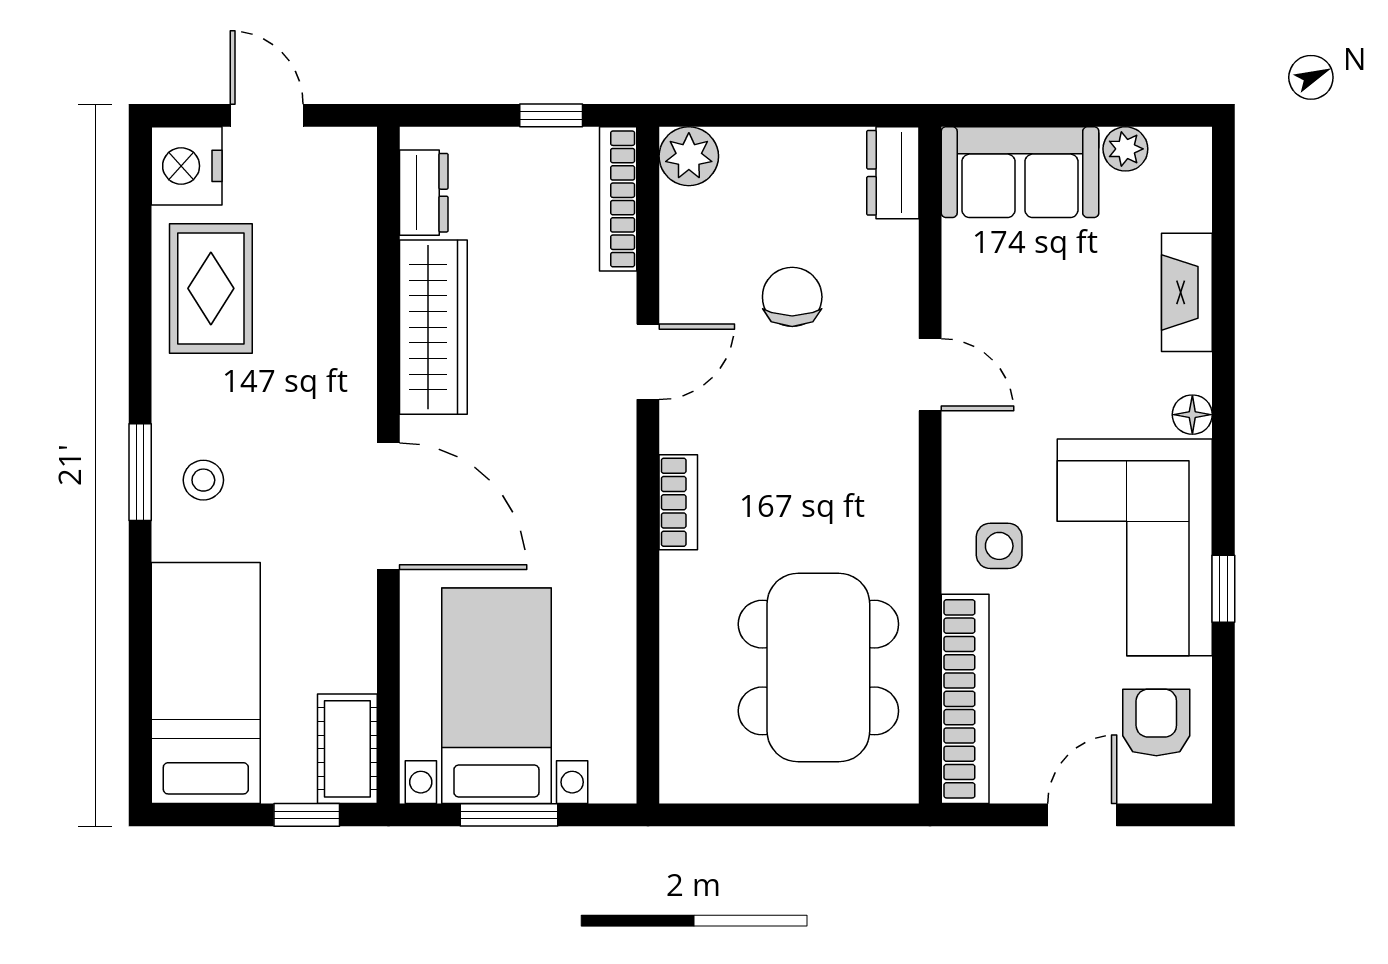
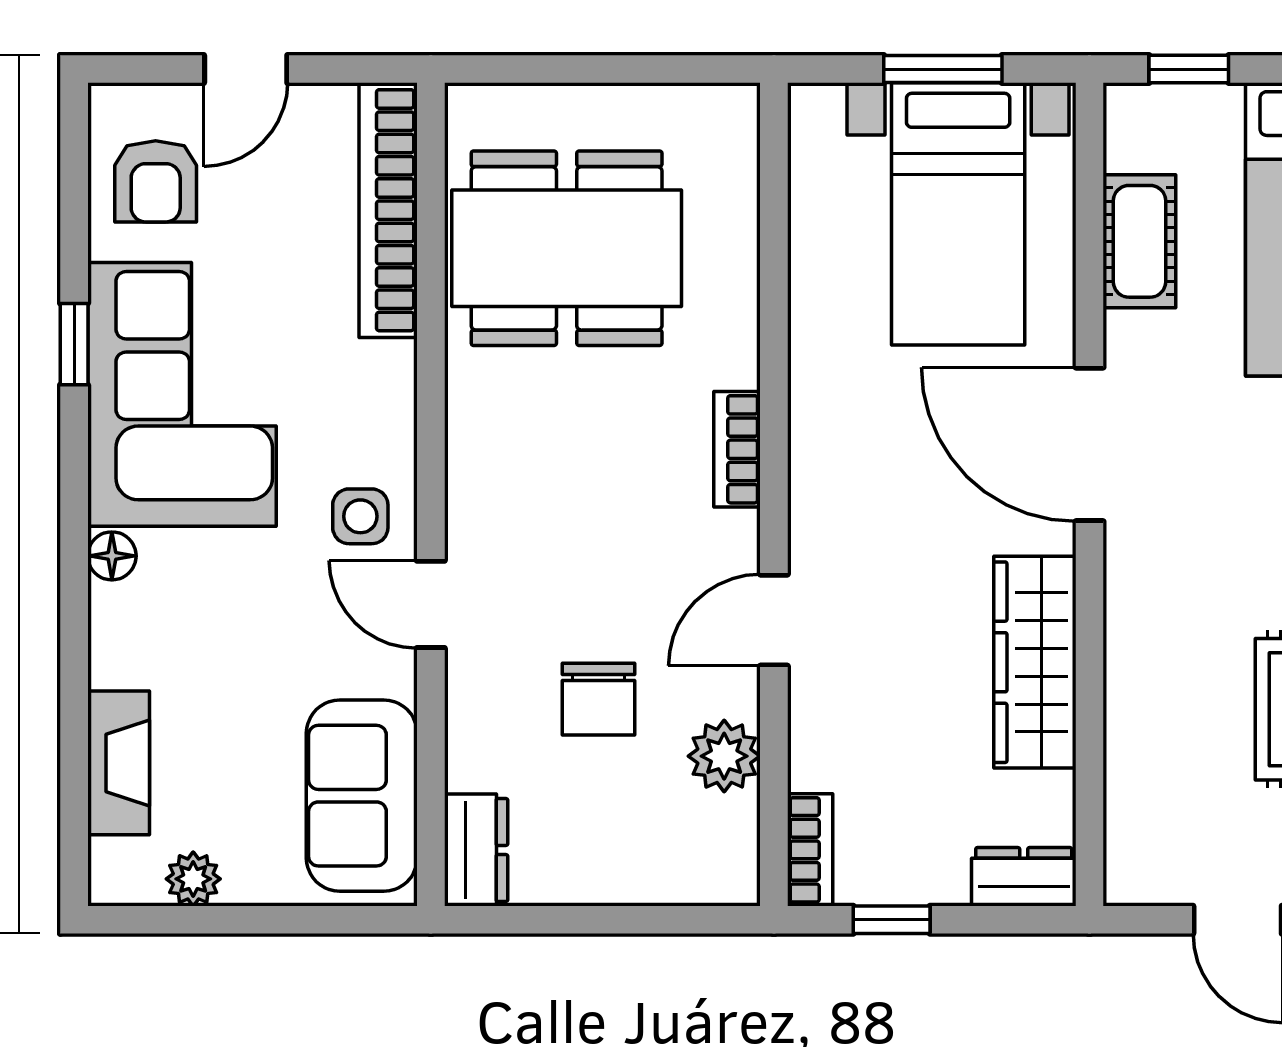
plant: (689, 156) -> (724, 756), moved
sofa: (1020, 172) -> (362, 796), moved, turned -90
dresser: (424, 193) -> (1024, 877), moved, turned 90
bookcase: (618, 199) -> (810, 850), width x0.64
fireplace: (1187, 292) -> (119, 763), moved
side table: (999, 546) -> (360, 516), moved
dining table: (818, 668) -> (567, 248), turned 90
cot: (347, 749) -> (1139, 241), moved

